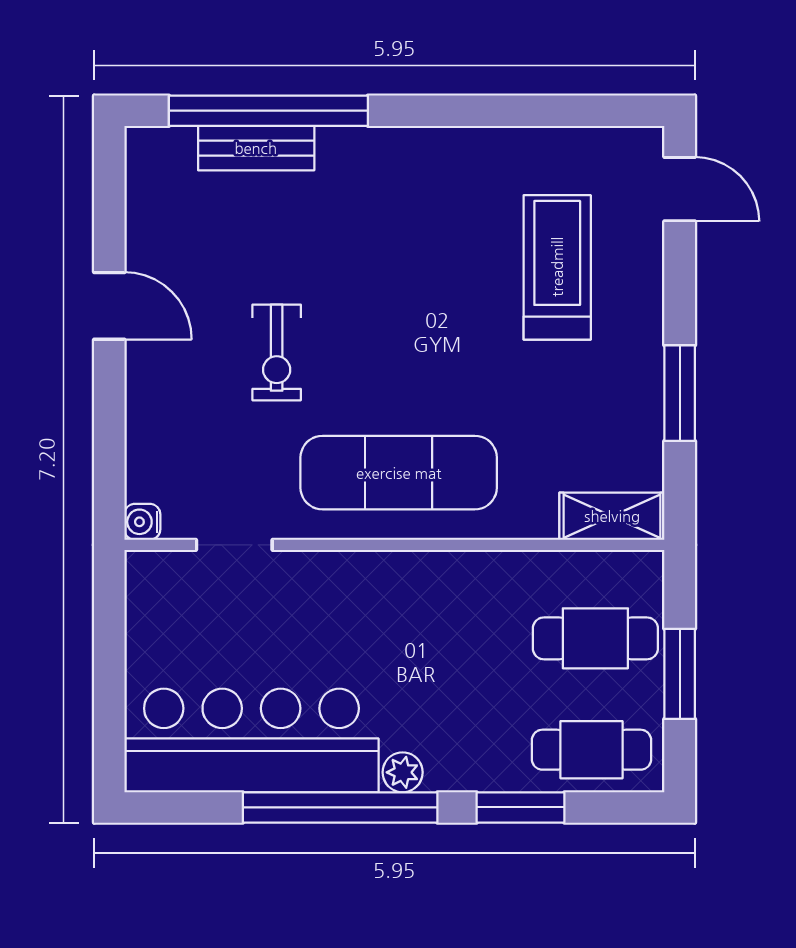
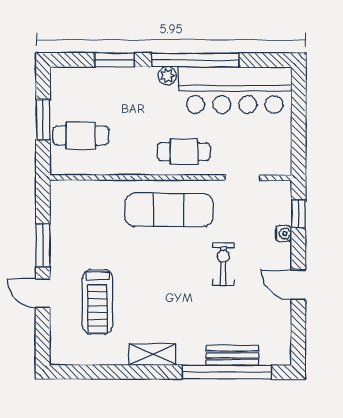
door: (680, 189) -> (43, 293), moved
window: (109, 464) -> (298, 214), added
shelving: (612, 516) -> (152, 355), moved
water cooler: (142, 522) -> (284, 233), moved
cafe table: (592, 750) -> (184, 152), moved

